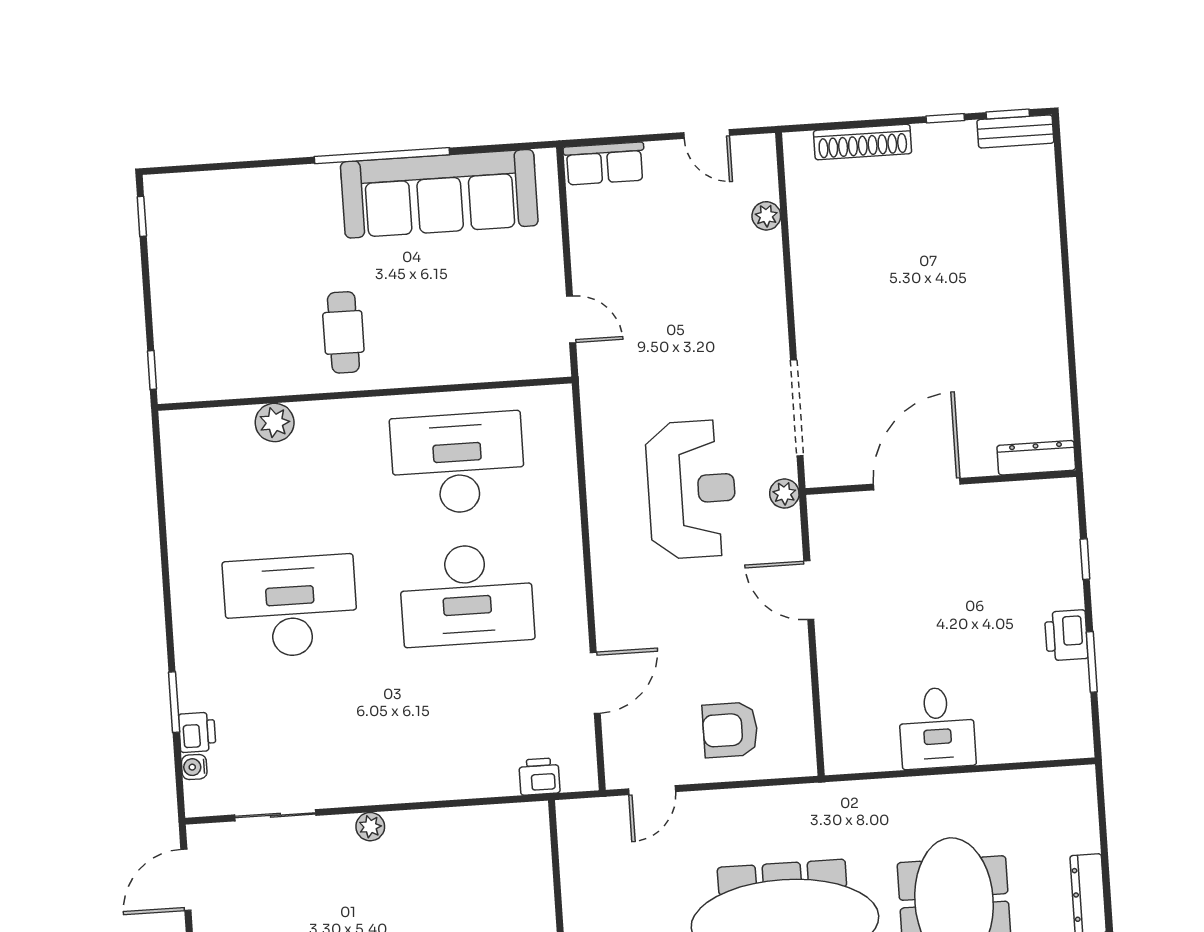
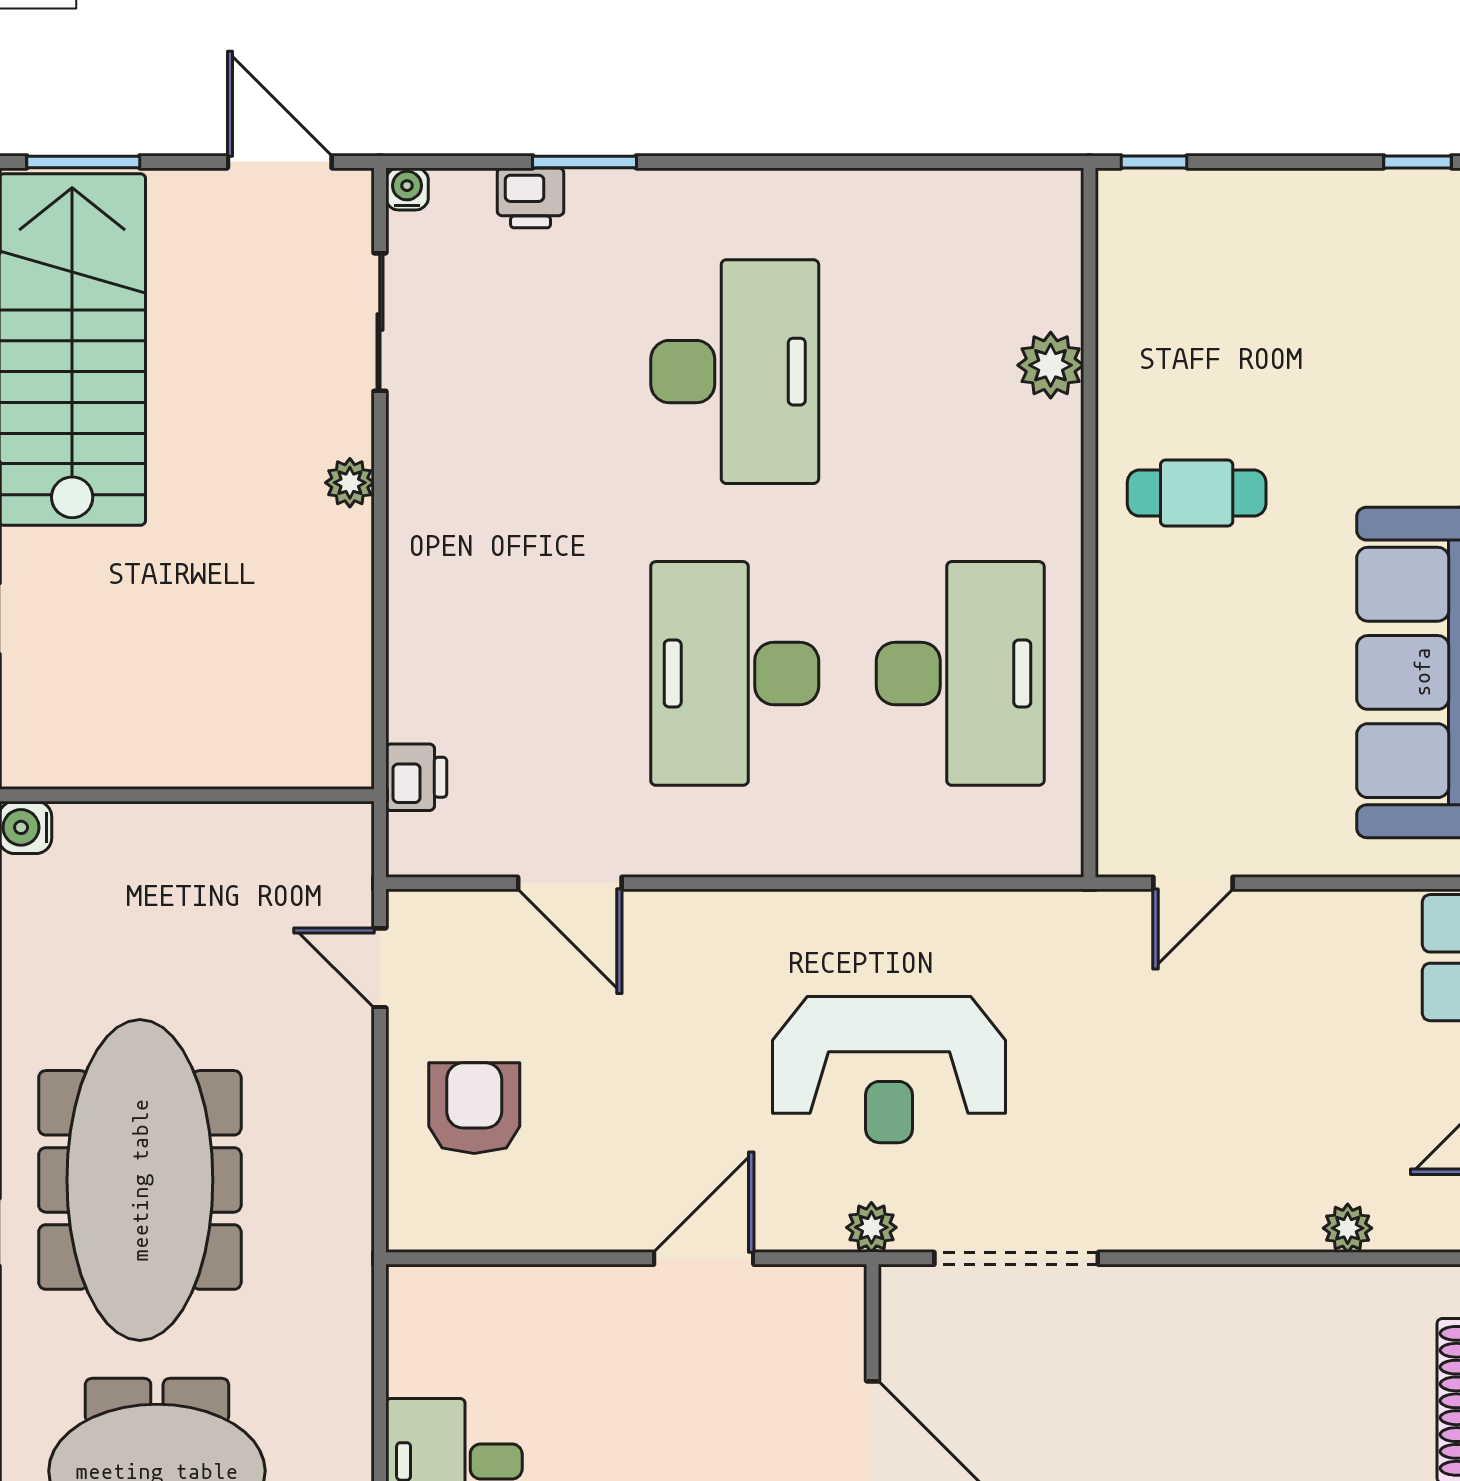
water cooler: (194, 767) -> (407, 189), moved

